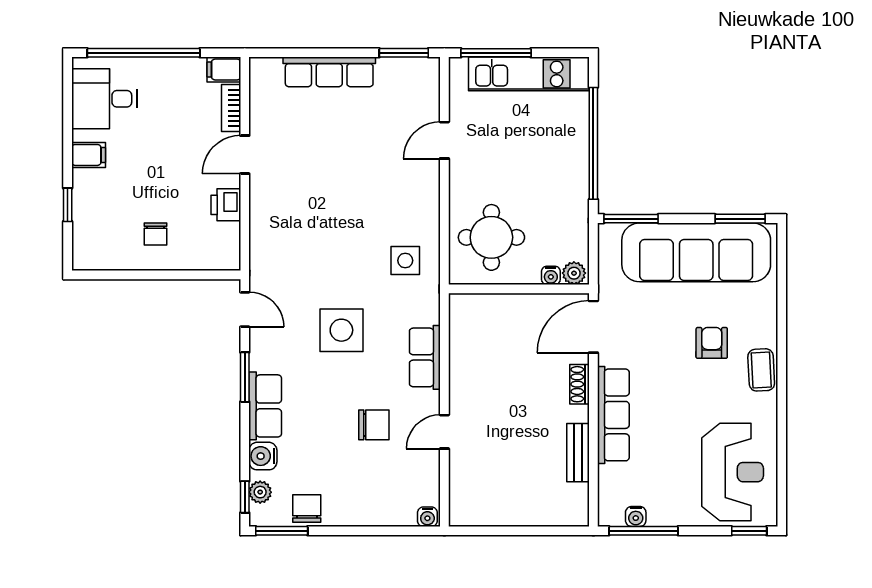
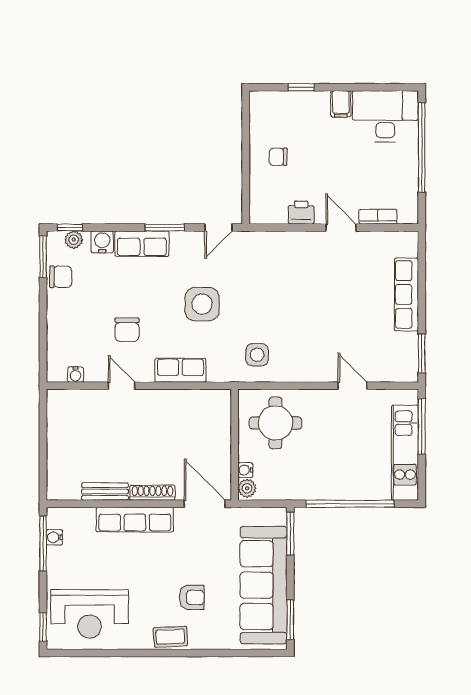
filing cabinet: (224, 69) -> (408, 211), removed
desk: (104, 99) -> (385, 116), width x1.37
shoe rack: (580, 384) -> (152, 493), width x1.43
water cooler: (427, 517) -> (76, 375), moved, turned -90

